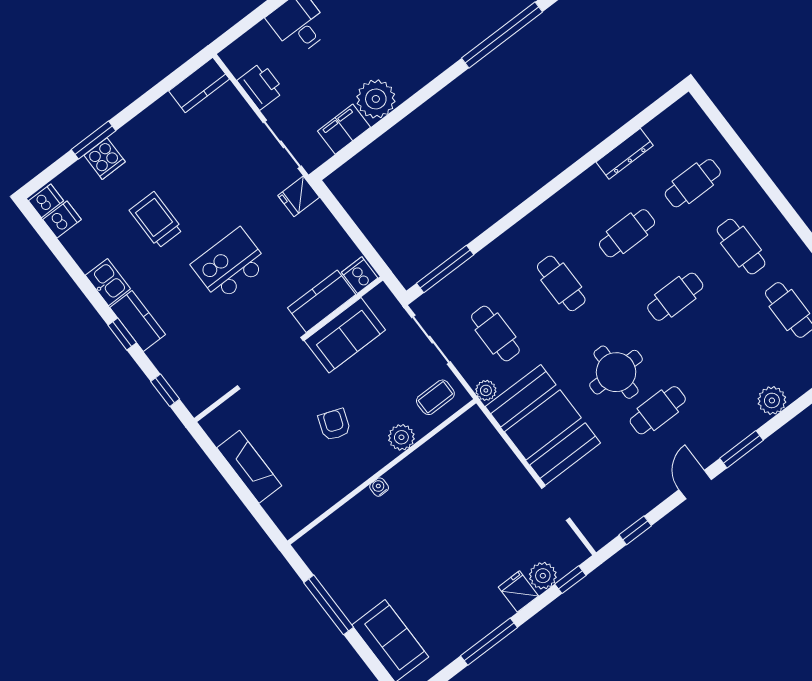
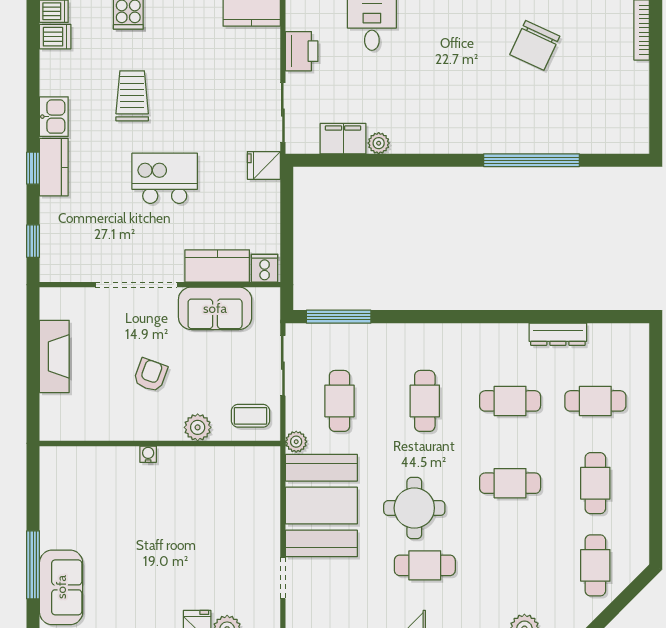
plant: (376, 99) -> (379, 143), width x0.53, depth x0.53
window: (329, 605) -> (33, 565), moved

